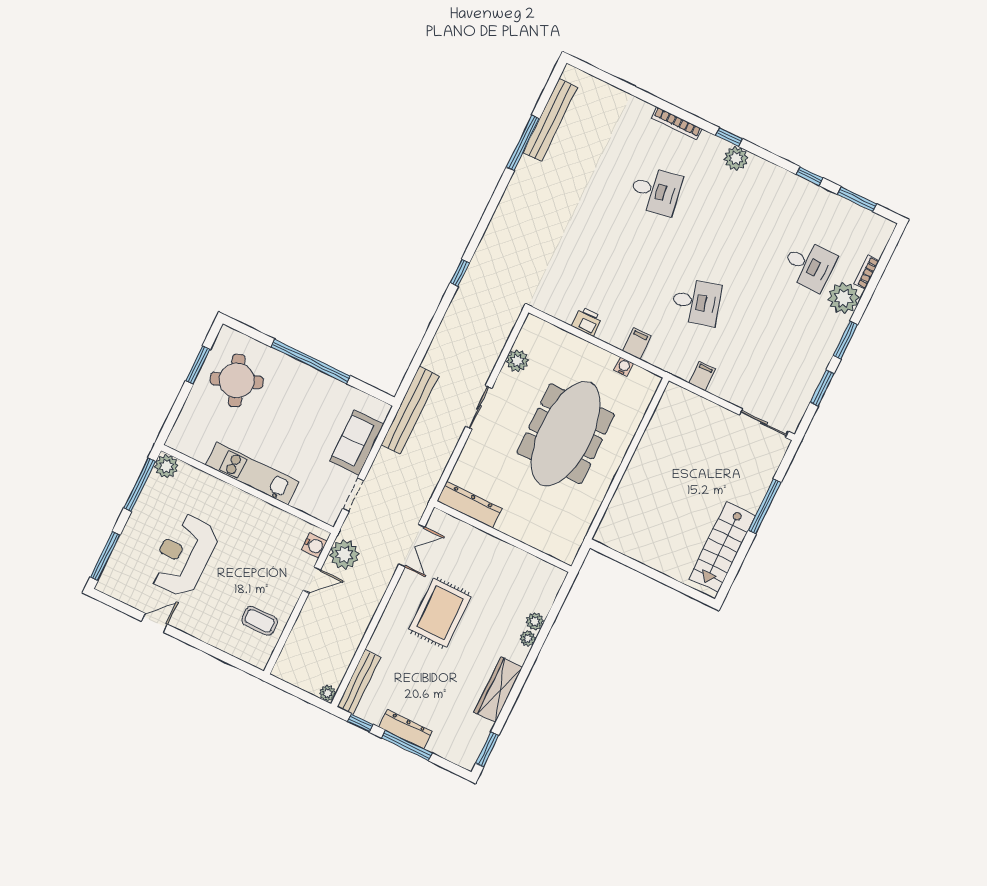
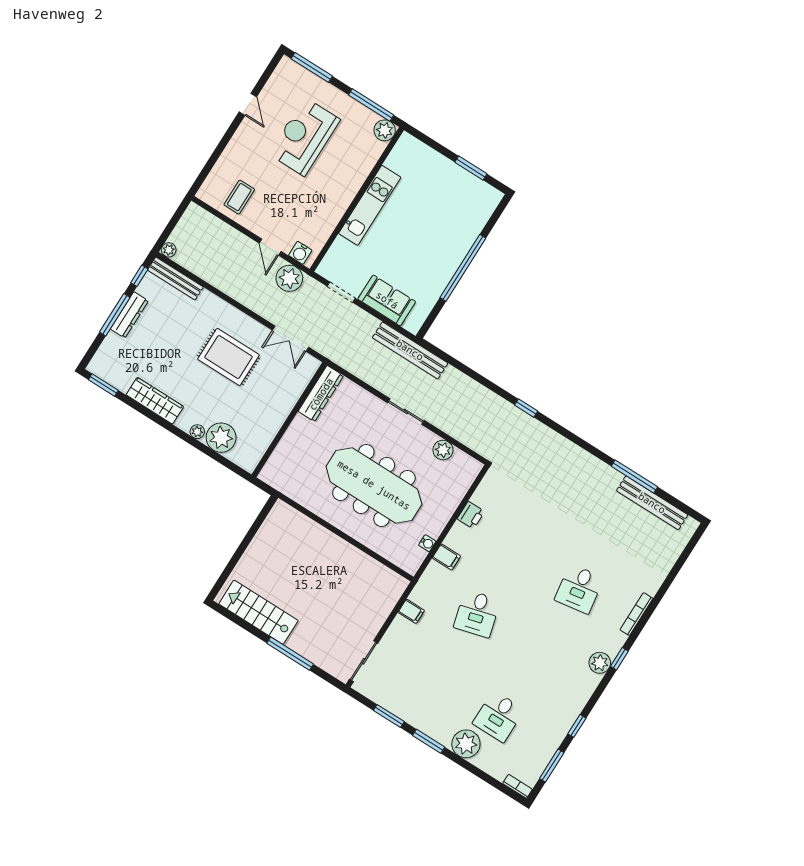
bookcase: (867, 272) -> (518, 786), moved
round table: (237, 380) -> (453, 201), removed
reception desk: (184, 555) -> (304, 137), turned -90
plant: (535, 621) -> (221, 438), width x1.88, depth x1.88

